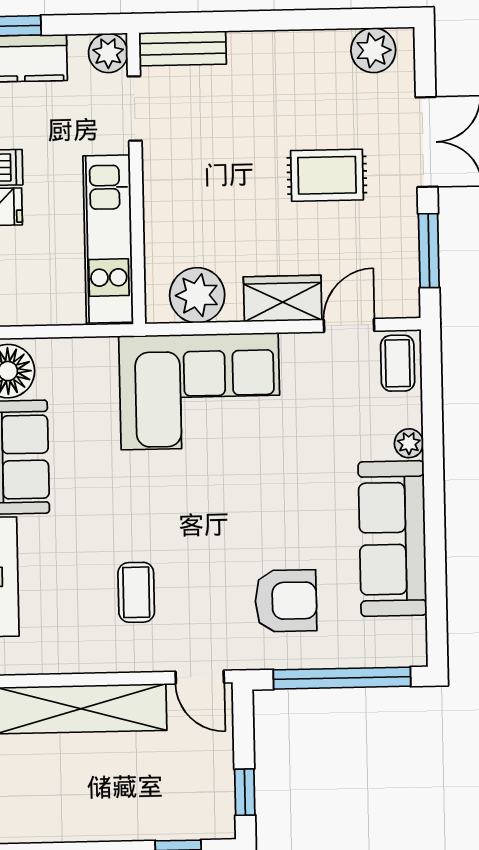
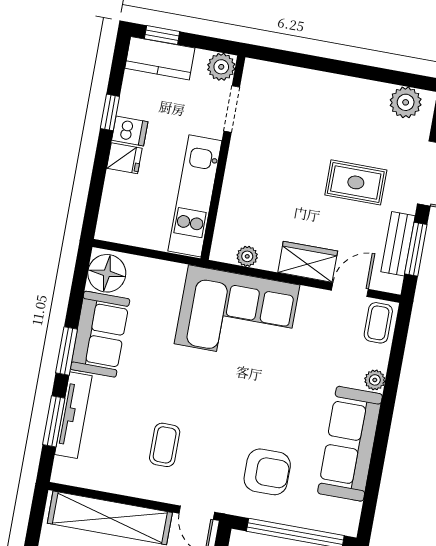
bench: (183, 48) -> (398, 244), moved, turned 90
plant: (197, 295) -> (247, 256), width x0.53, depth x0.53

